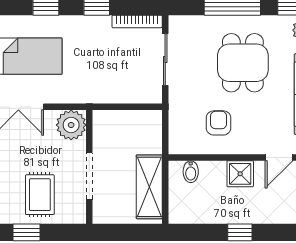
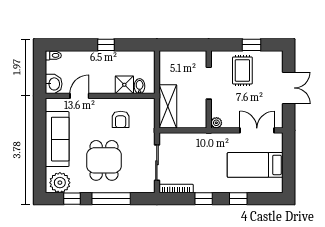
plant: (71, 125) -> (216, 123), width x0.53, depth x0.53
shower: (240, 174) -> (124, 85), moved
shelving: (149, 187) -> (168, 106), moved

